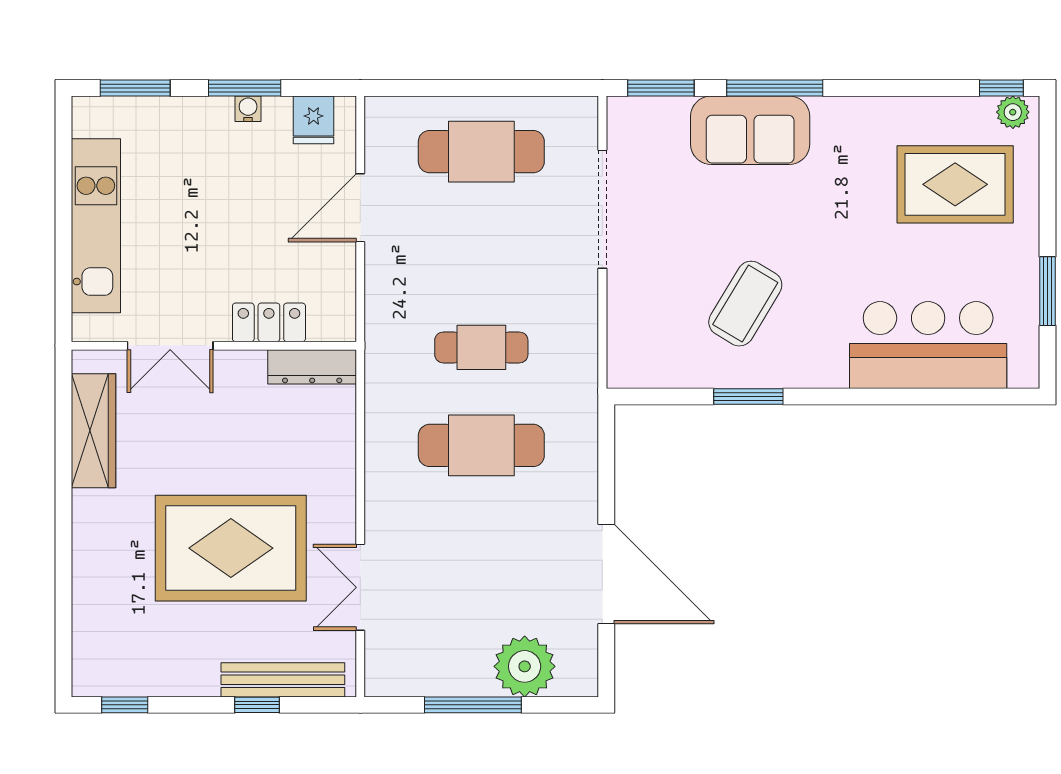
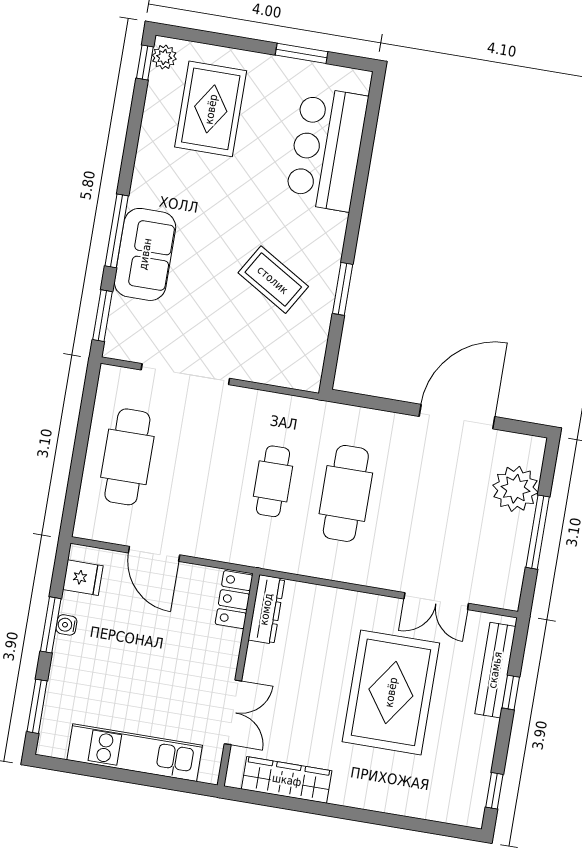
locker: (269, 322) -> (234, 600), moved

